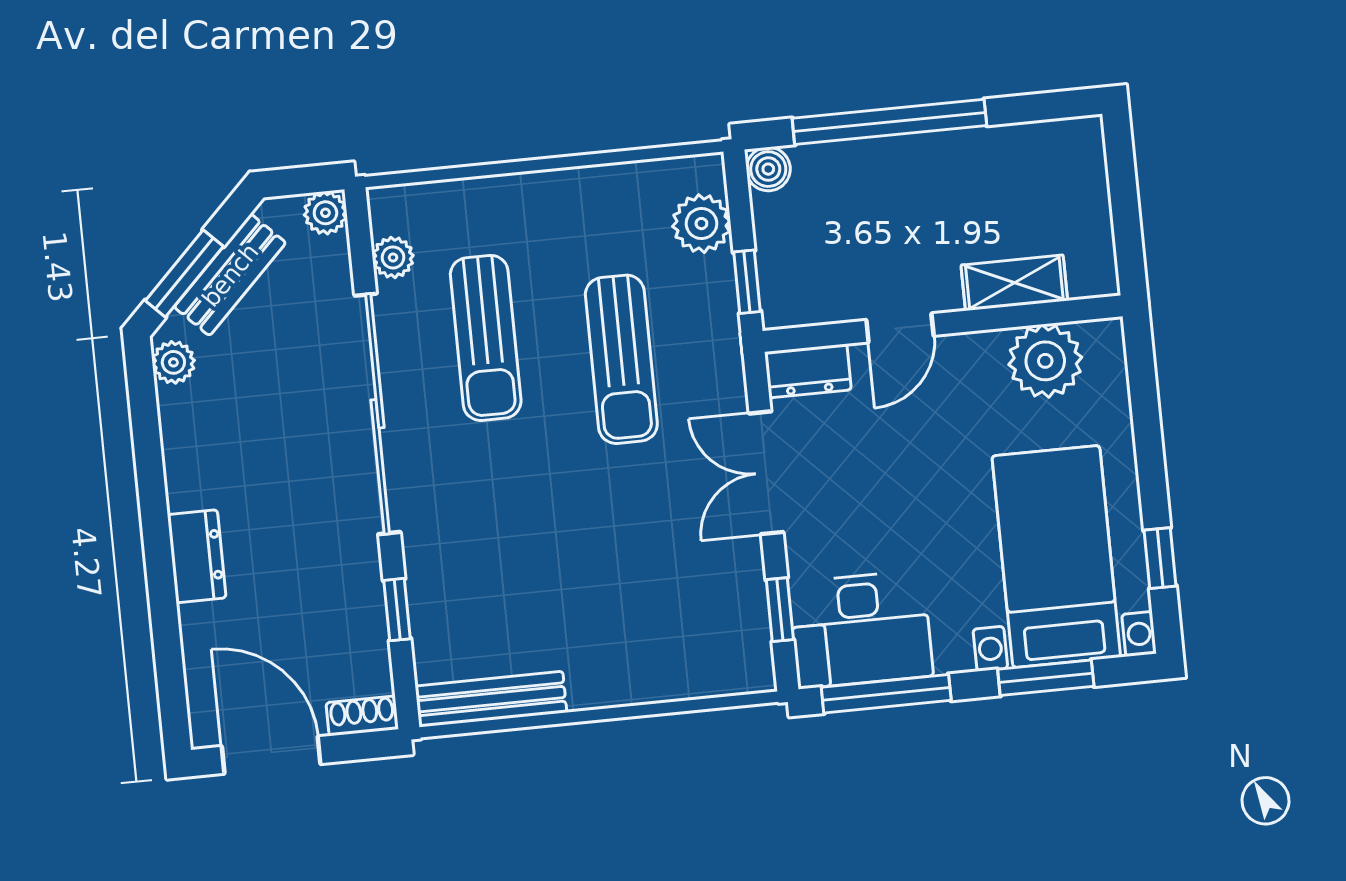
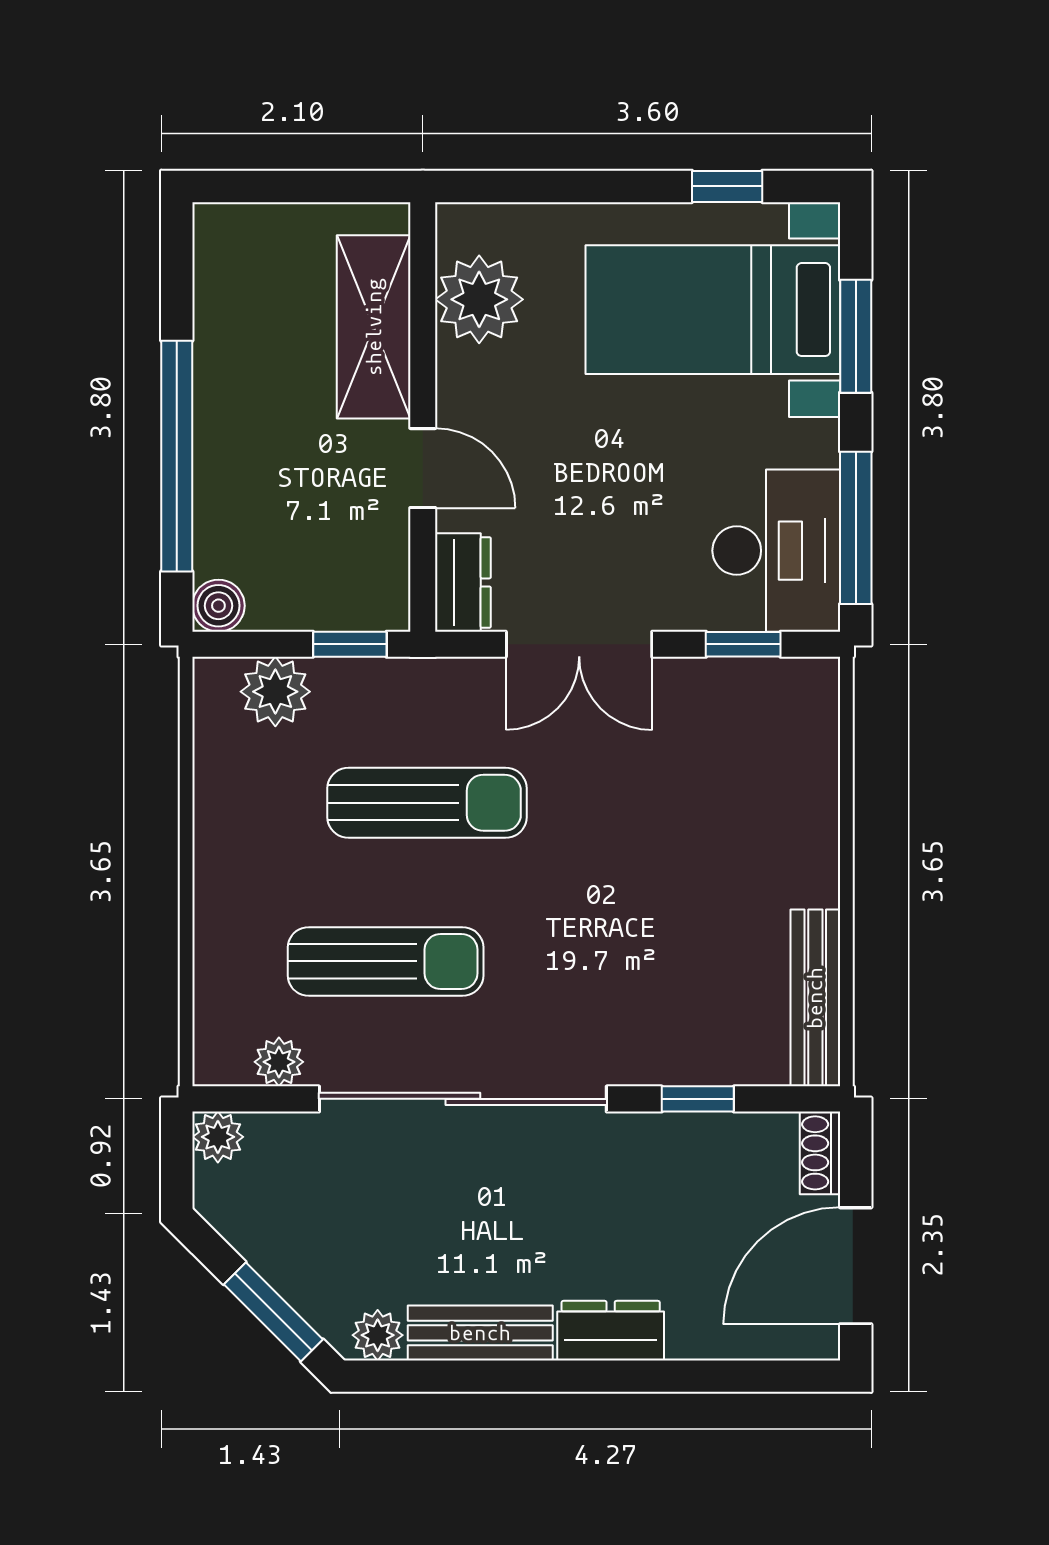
bench: (230, 275) -> (480, 1333), moved, turned -45
shelving: (1014, 283) -> (374, 327), width x1.50, depth x1.33

